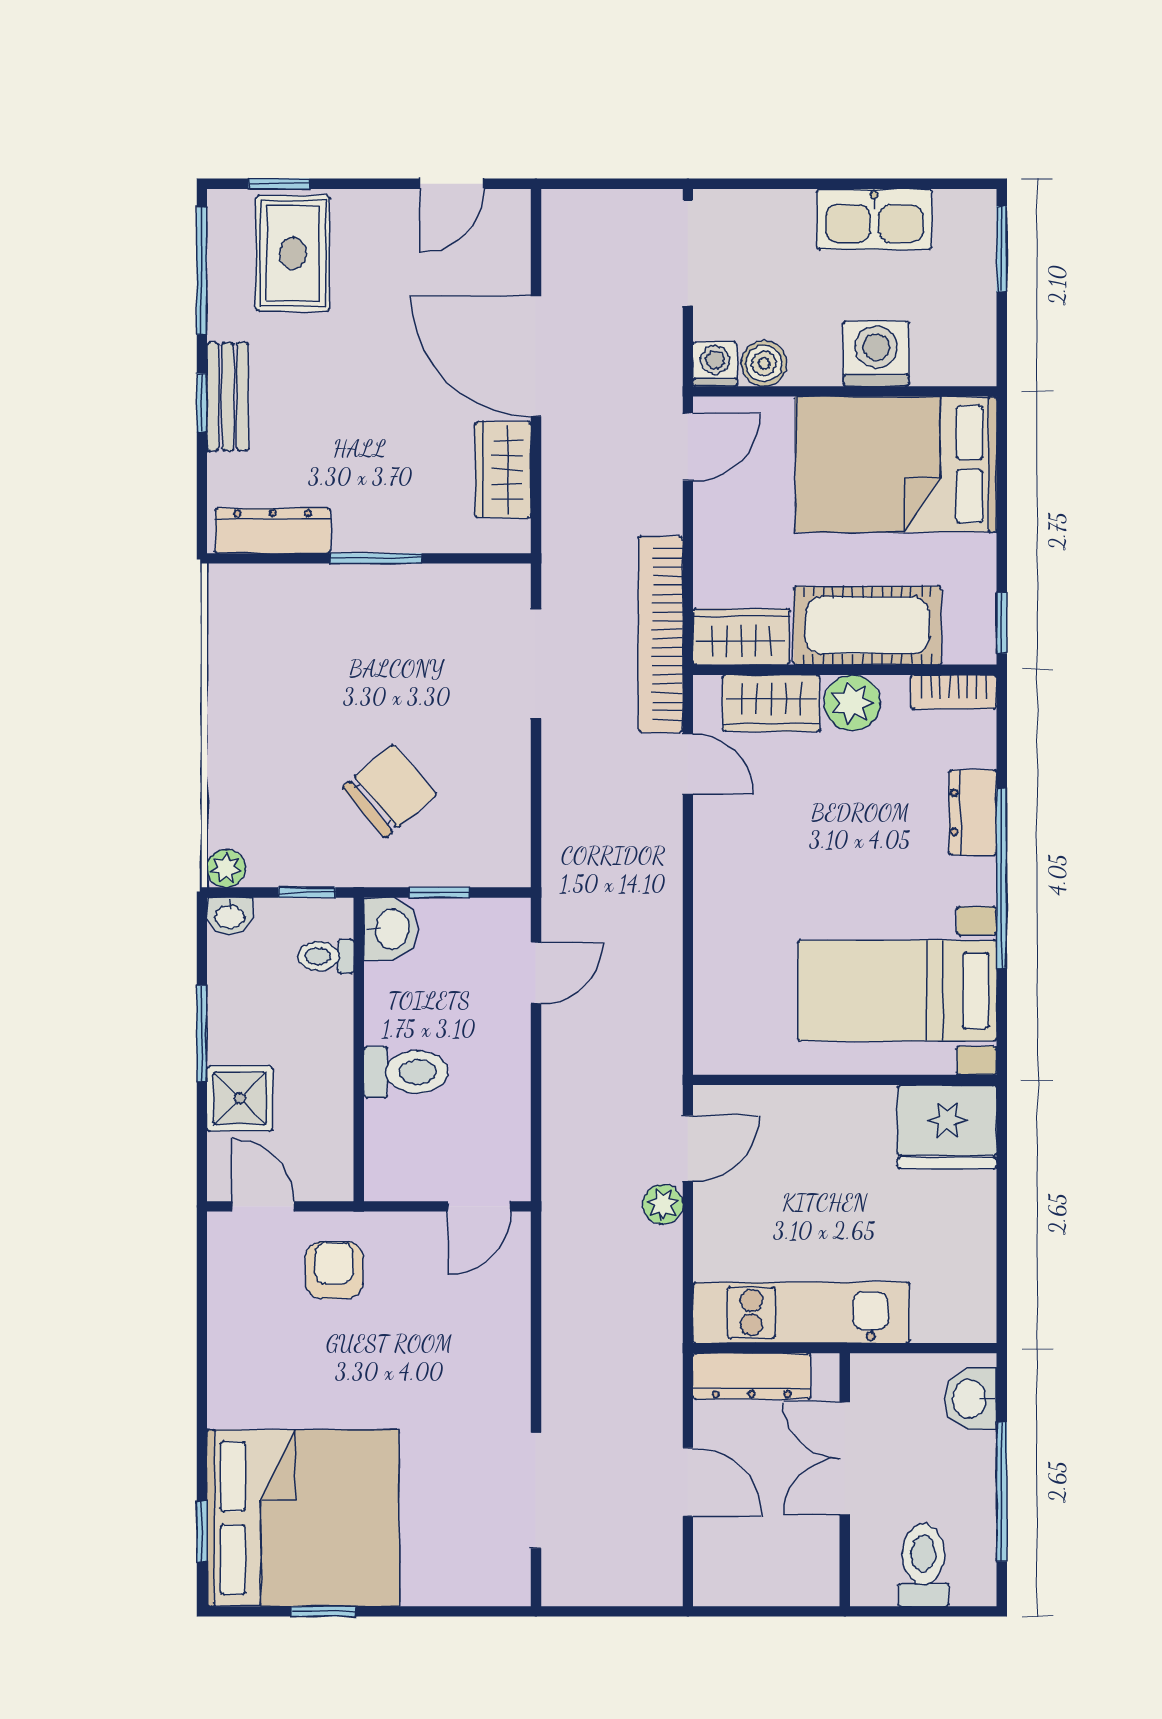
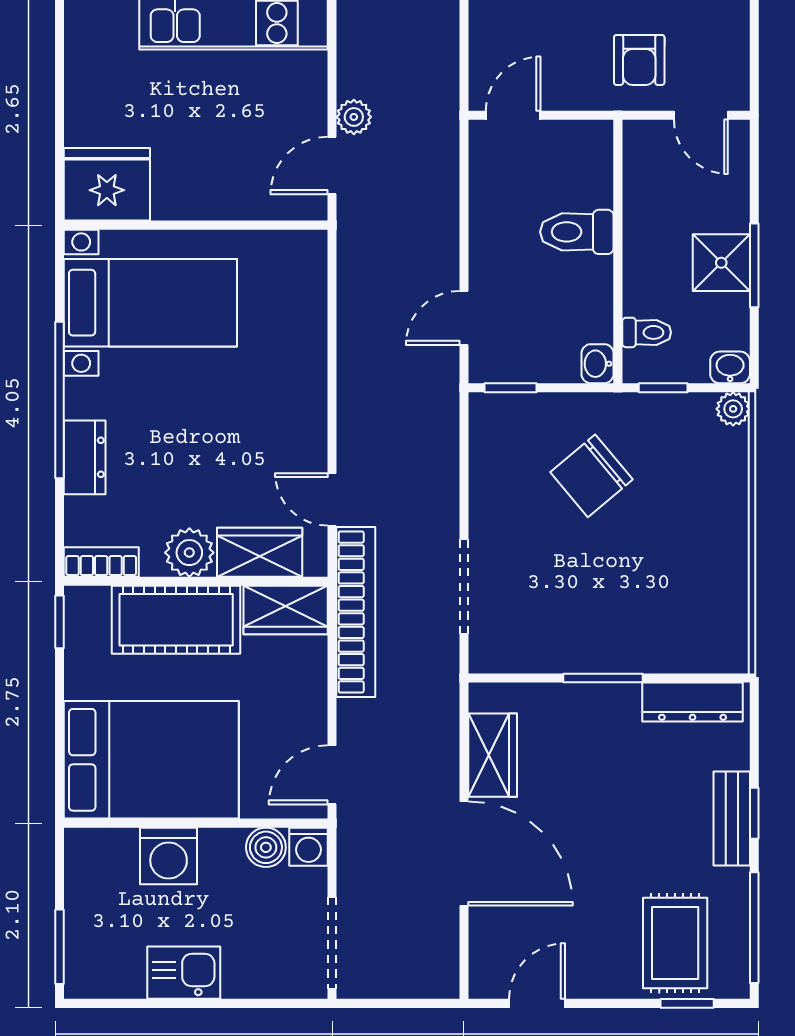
kitchen sink: (874, 219) -> (184, 973), width x0.73
window: (439, 893) -> (510, 388), moved
washbasin: (390, 929) -> (598, 364), width x0.72, depth x0.69
shower: (240, 1098) -> (721, 263), moved

